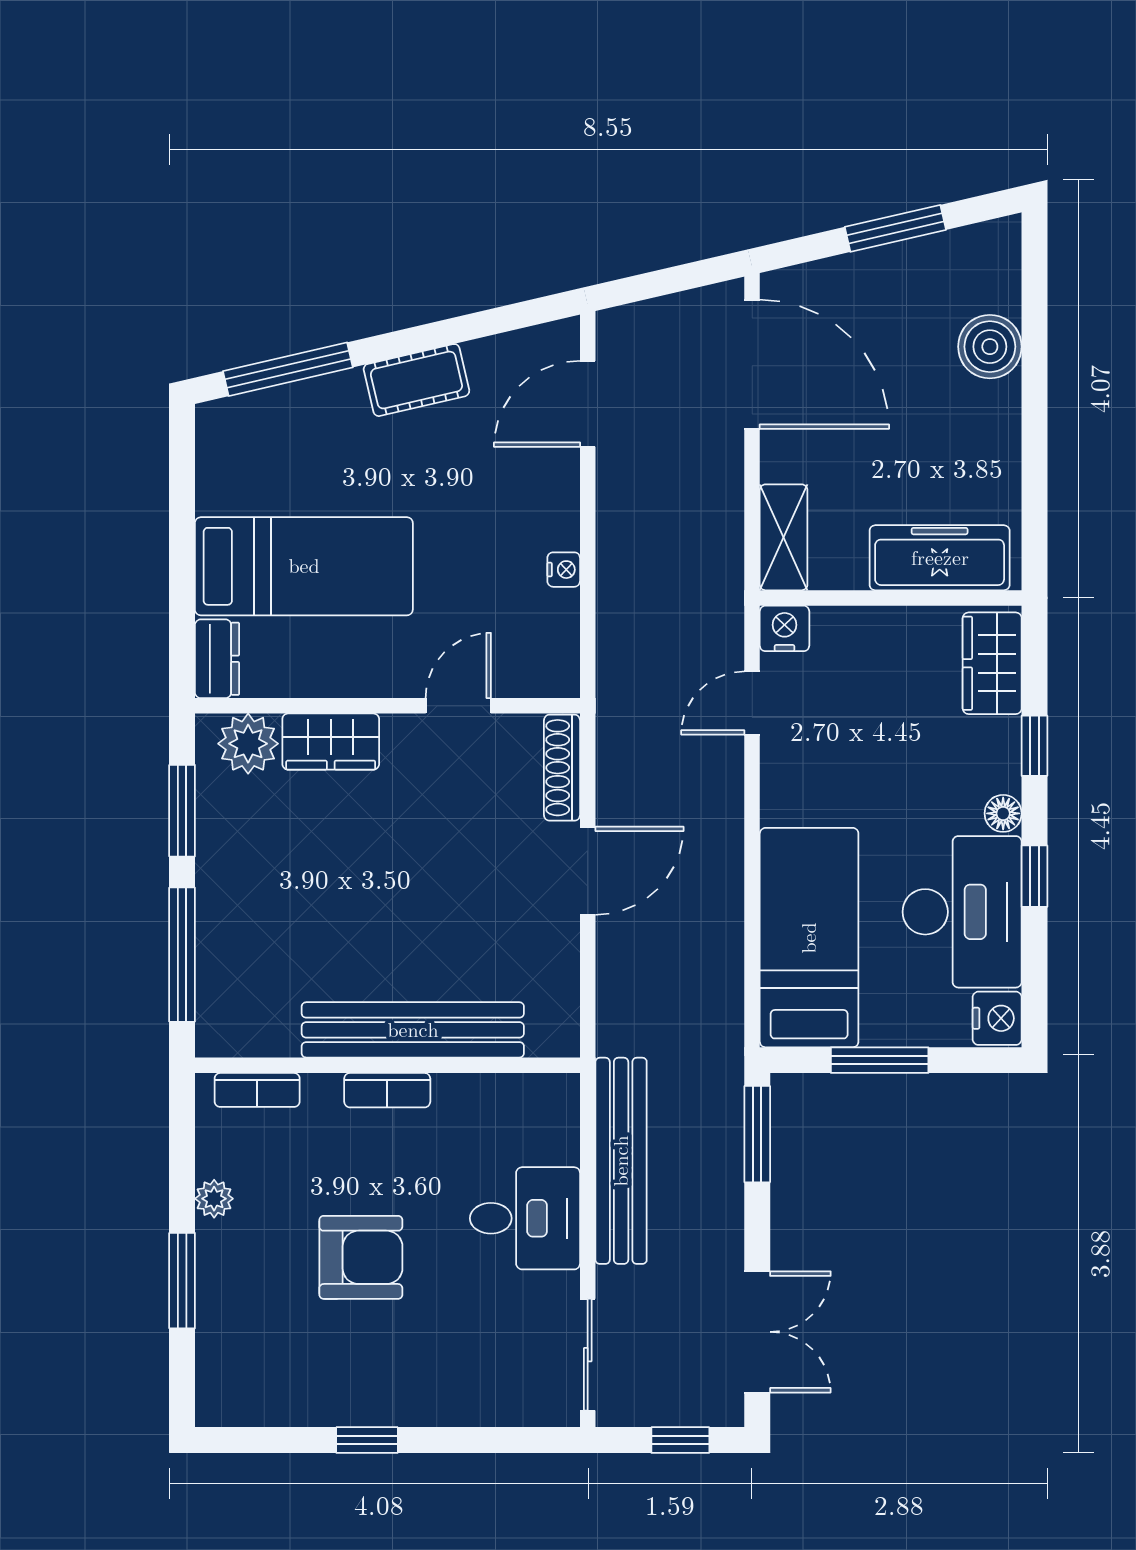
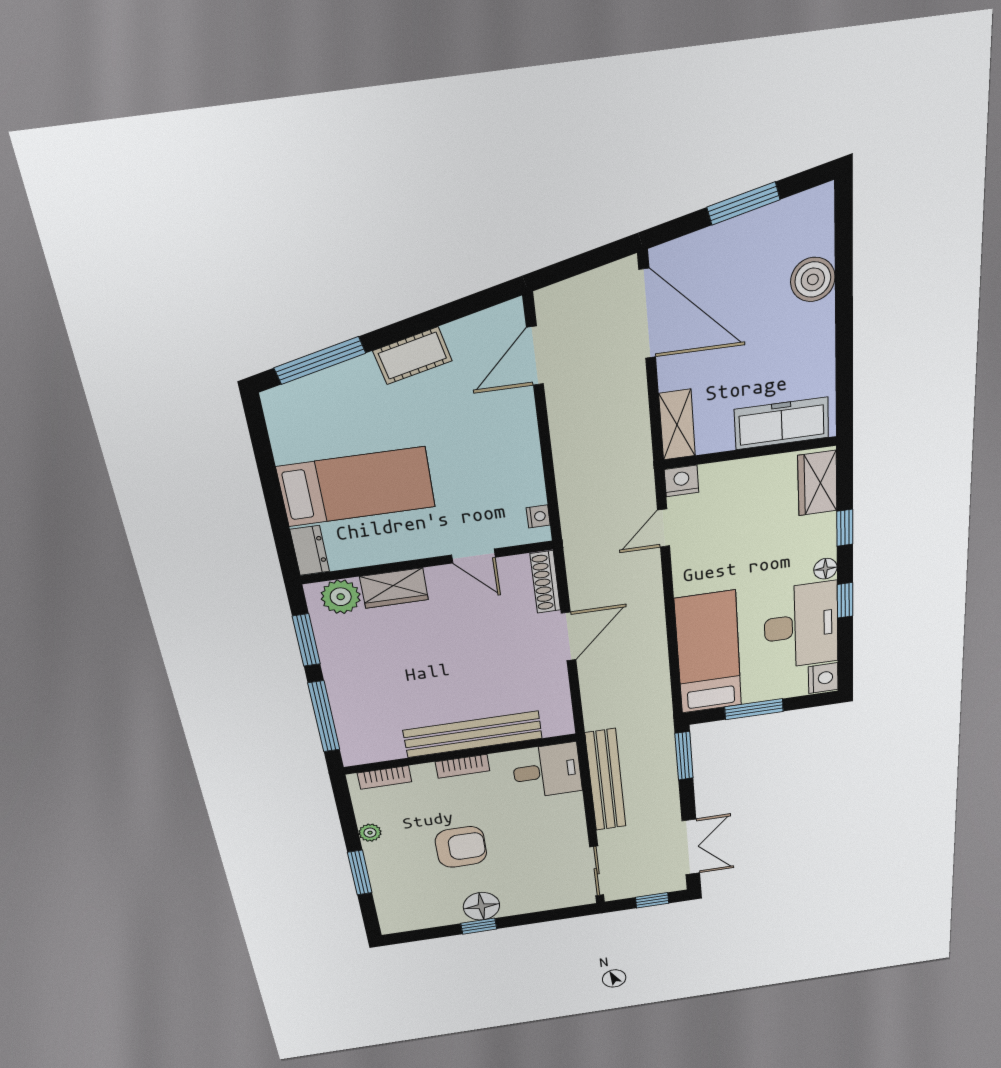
nightstand: (564, 570) -> (538, 516), moved
door: (458, 706) -> (473, 556), swing flipped
desk: (525, 1218) -> (547, 771), moved
floor lamp: (378, 1395) -> (481, 906), added

